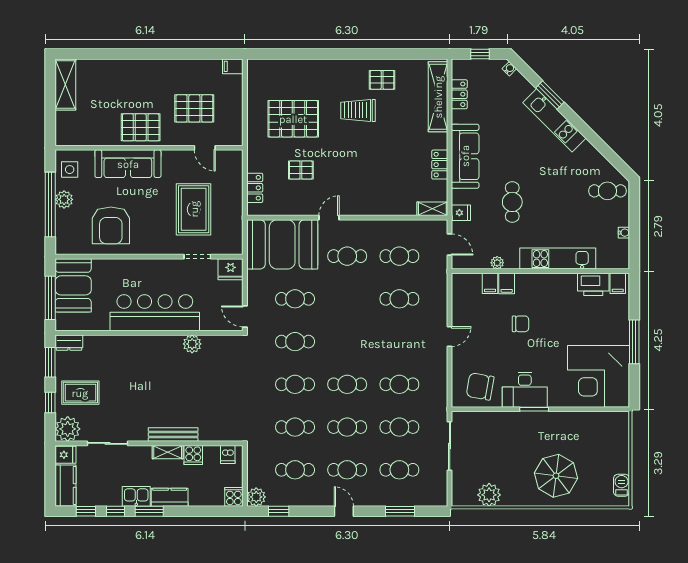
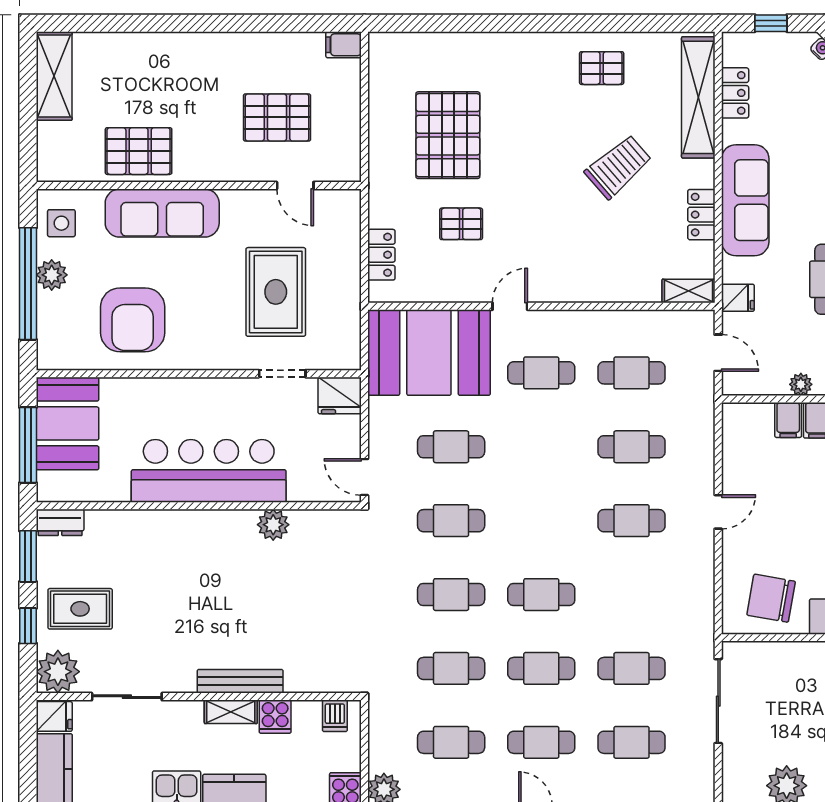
trolley: (358, 110) -> (618, 167), moved, turned 139
pallet: (293, 119) -> (448, 135), turned 90
pallet: (141, 127) -> (139, 151), moved
cafe table: (399, 384) -> (632, 521), moved

